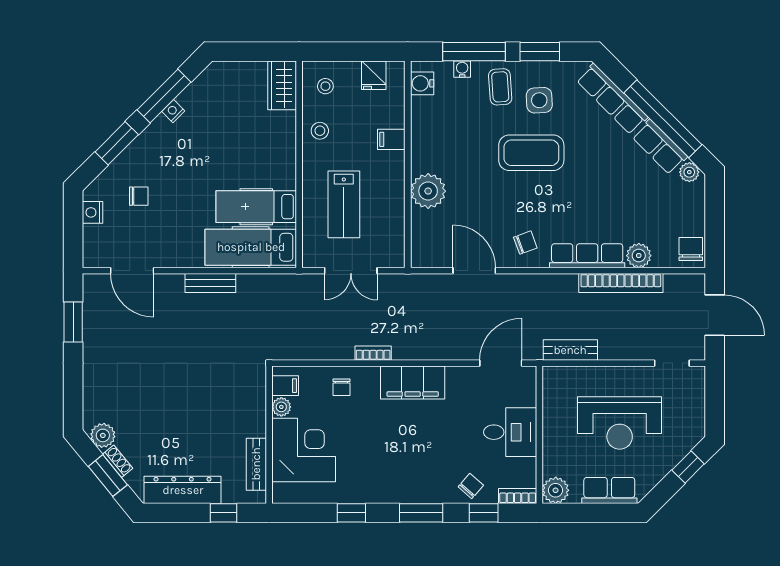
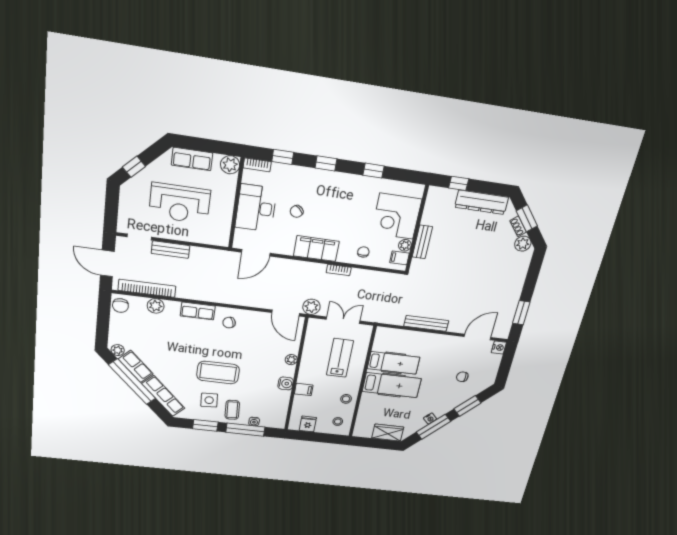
water cooler: (422, 83) -> (286, 383), moved
wardrobe: (282, 85) -> (388, 433), moved, turned -90
plant: (428, 191) -> (291, 360), width x0.53, depth x0.53
nightstand: (93, 212) -> (499, 347), moved
hospital bed: (251, 247) -> (392, 385), moved
row of seats: (587, 256) -> (198, 311), width x0.68
door: (132, 271) -> (477, 337), hinge flipped
door: (474, 271) -> (286, 313), moved
bench: (210, 283) -> (426, 323), width x1.36
bookcase: (621, 283) -> (147, 288), moved
plant: (404, 287) -> (311, 307), added
bench: (570, 350) -> (170, 250), moved
reception desk: (620, 423) -> (180, 203), turned 180
desk: (510, 432) -> (256, 208), width x1.37
bench: (256, 464) -> (422, 242), moved
chair: (471, 486) -> (297, 211), moved
window: (421, 513) -> (326, 163), width x0.67

